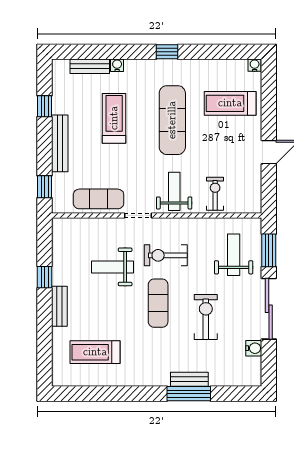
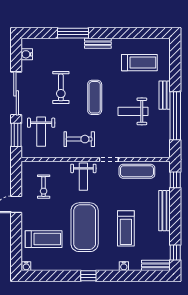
bench: (90, 66) -> (155, 265), moved
window: (45, 106) -> (175, 252), moved
exercise mat: (172, 120) -> (85, 227), width x1.47
exercise bike: (215, 194) -> (44, 187), moved
exercise bike: (166, 255) -> (79, 139), moved
weight bench: (113, 267) -> (133, 111), moved, turned 180
window: (45, 277) -> (175, 116), width x3.17
water cooler: (254, 348) -> (27, 54), moved
bench: (189, 379) -> (98, 43), moved

